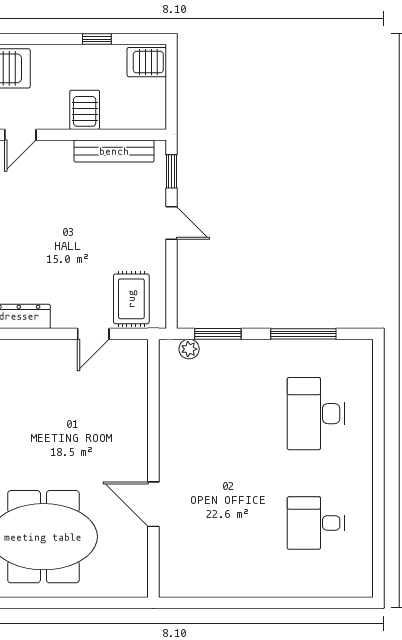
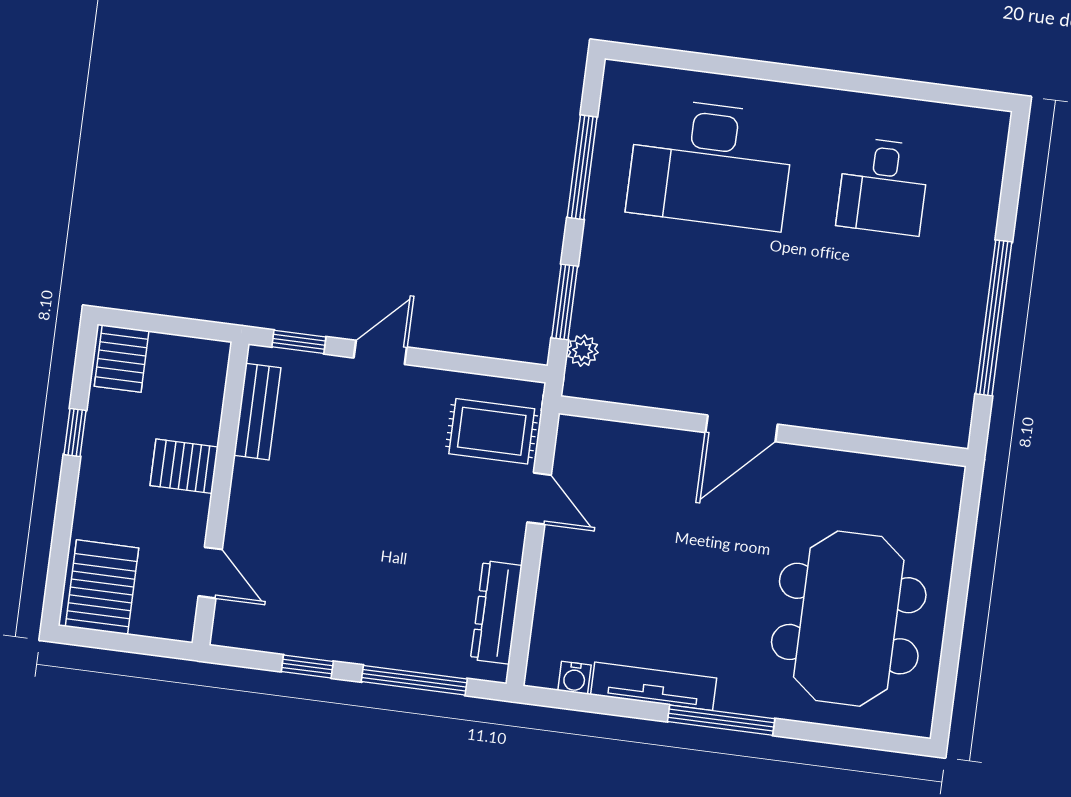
bench: (114, 151) -> (257, 412), width x0.73
desk: (316, 414) -> (710, 164), width x1.36, depth x1.30
door: (153, 504) -> (742, 428), moved
window: (243, 603) -> (994, 318), added

